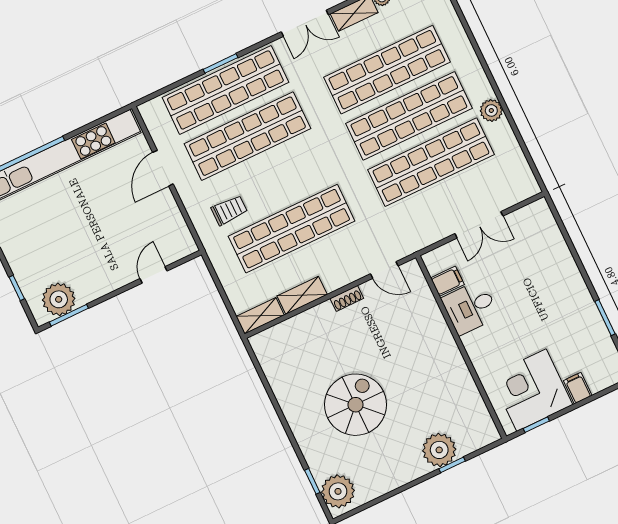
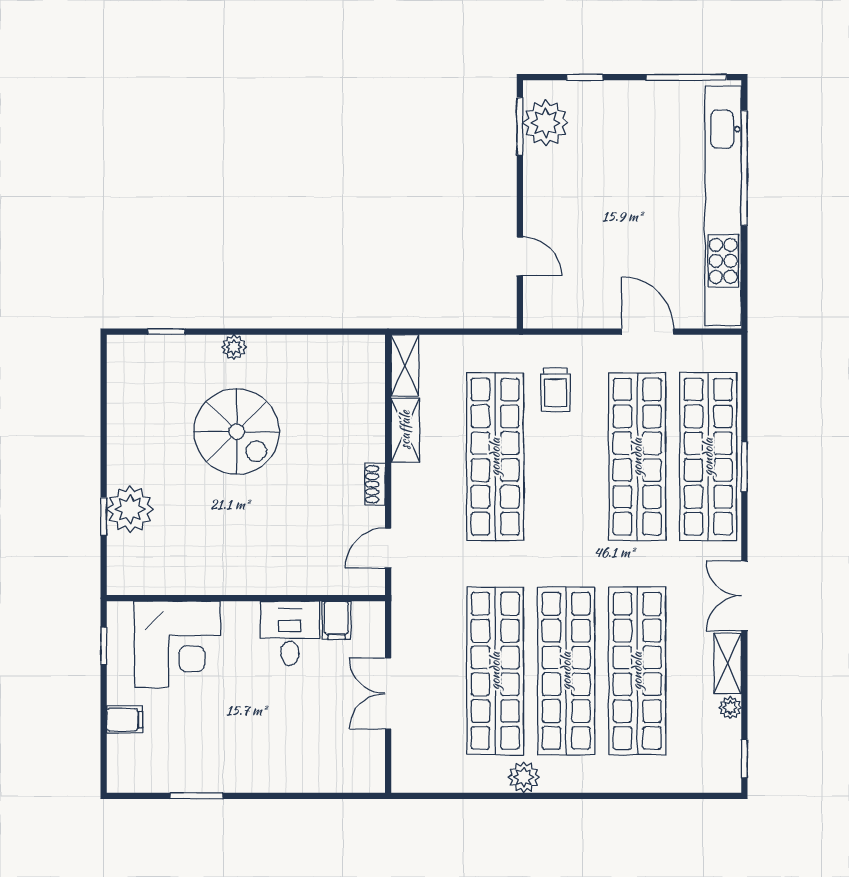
corner desk: (532, 390) -> (177, 644), moved, turned 90
plant: (338, 491) -> (234, 347), moved, width x0.53, depth x0.53

